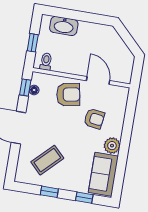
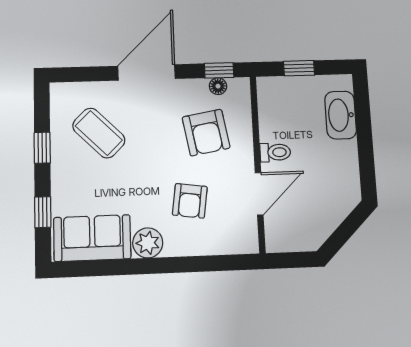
toilet: (46, 62) -> (275, 152), moved
armchair: (68, 95) -> (206, 133), moved

